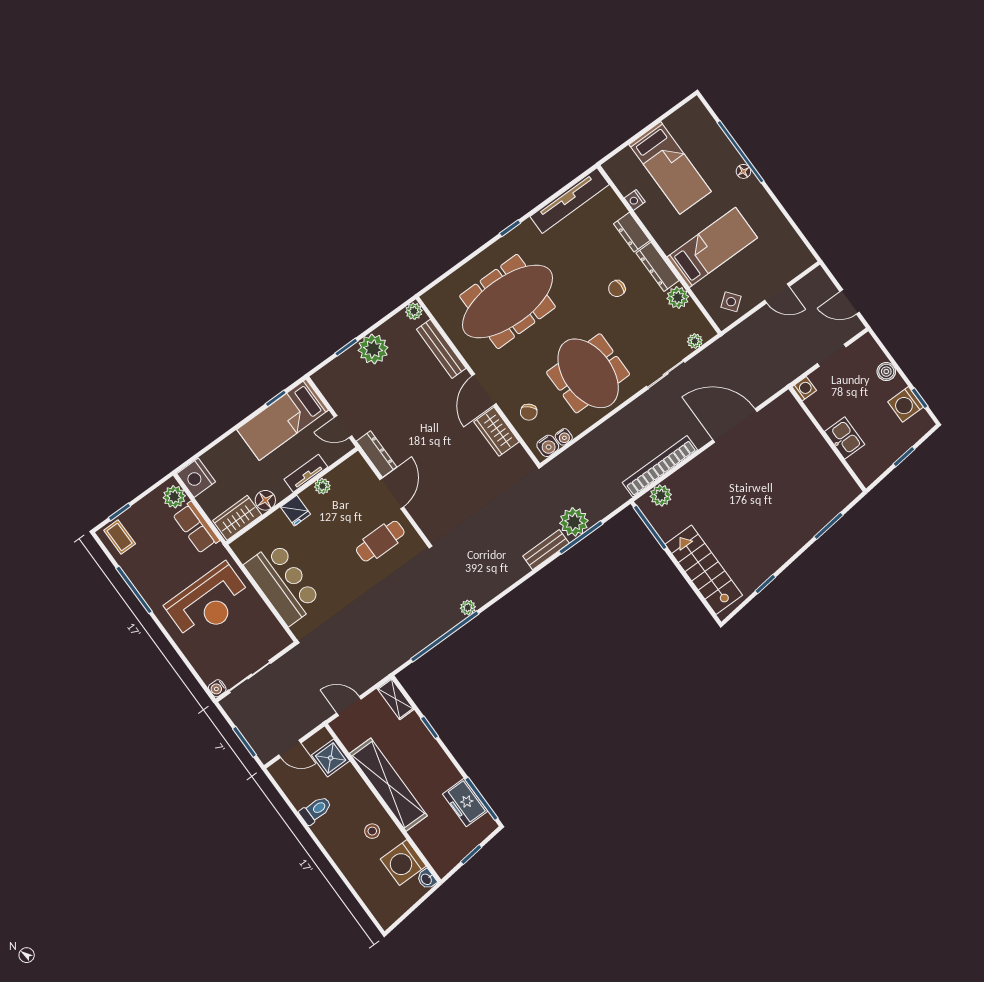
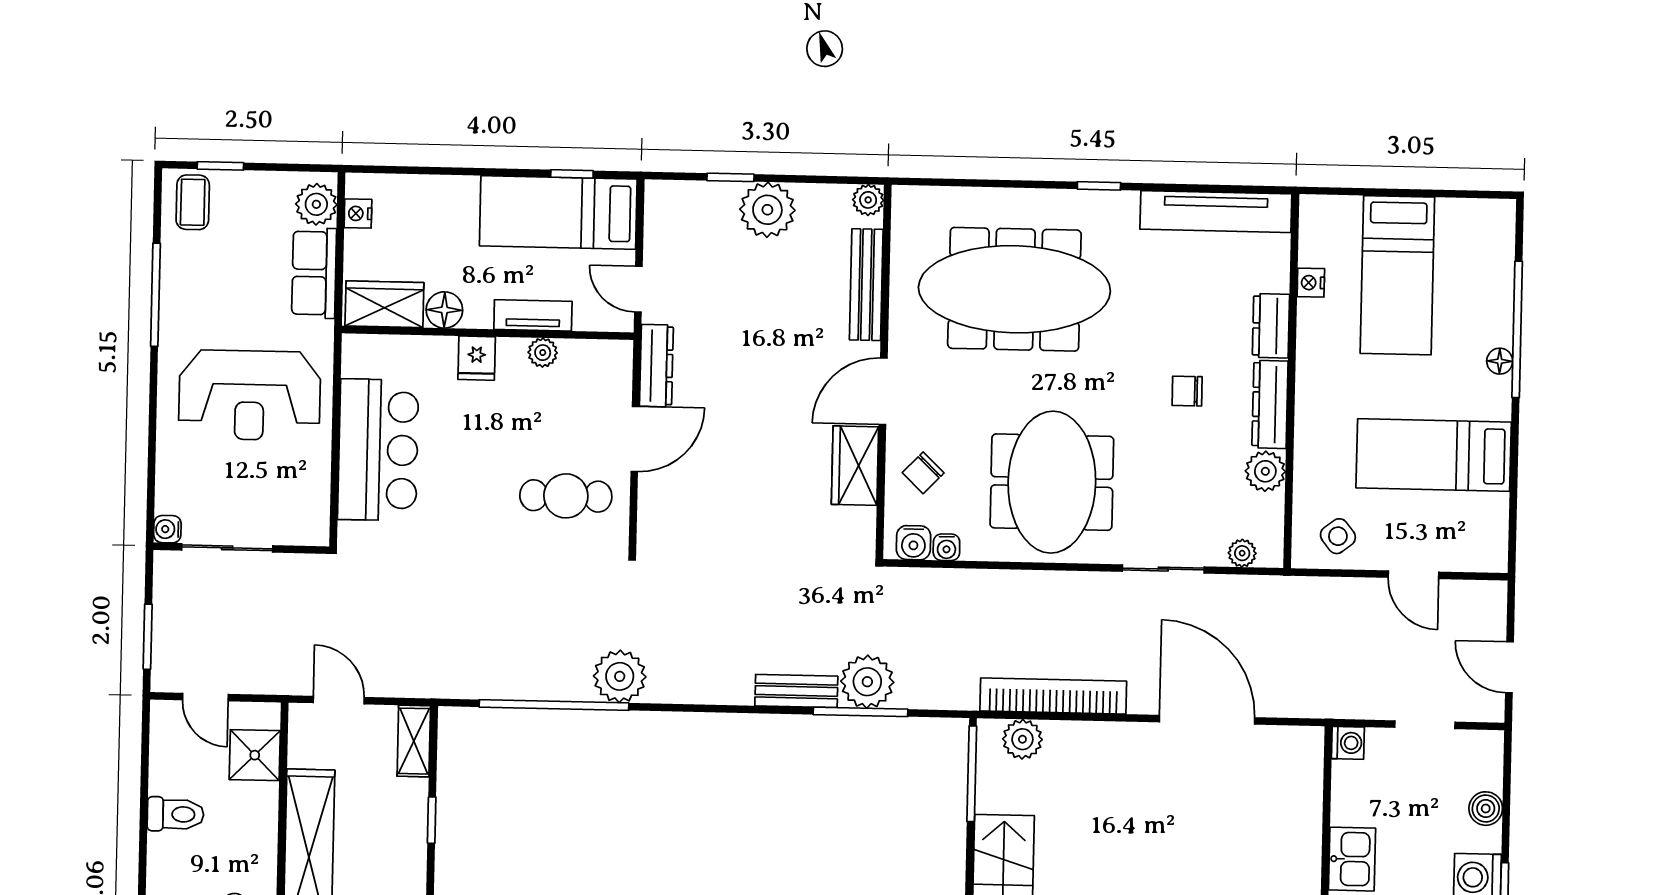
bed: (712, 247) -> (1434, 455), moved, turned 180
nightstand: (196, 478) -> (358, 213), width x0.53, depth x0.56
plant: (468, 608) -> (620, 676), width x1.87, depth x1.87

